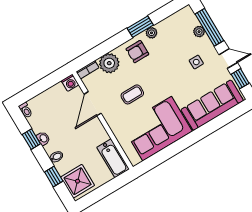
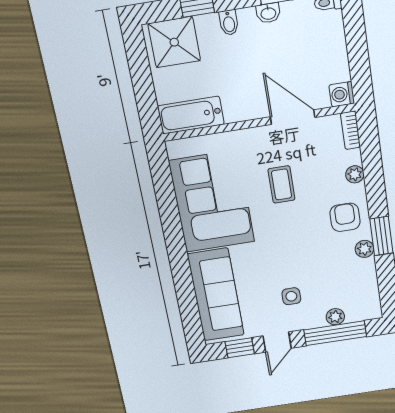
plant: (109, 63) -> (355, 174), width x0.53, depth x0.53

